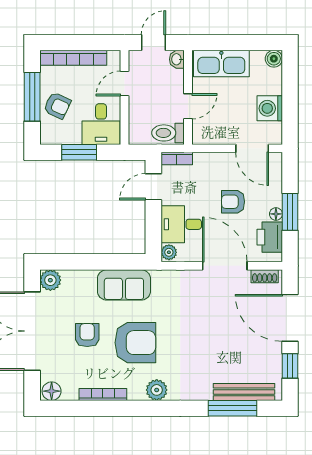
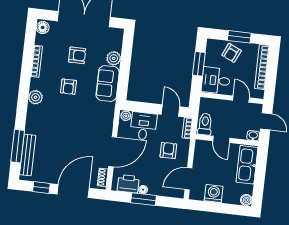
window: (32, 97) -> (239, 37), width x0.69
armchair: (233, 202) -> (168, 150), moved
plant: (50, 280) -> (114, 58), moved
armchair: (135, 343) -> (69, 87), width x0.53, depth x0.53

